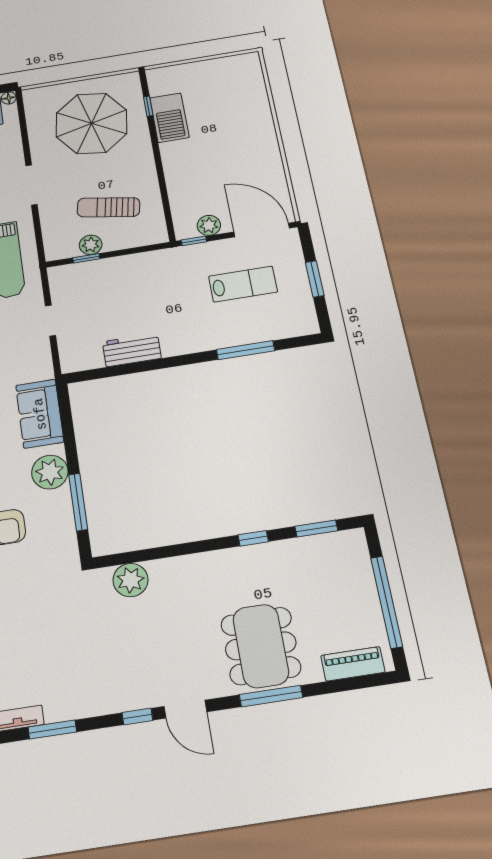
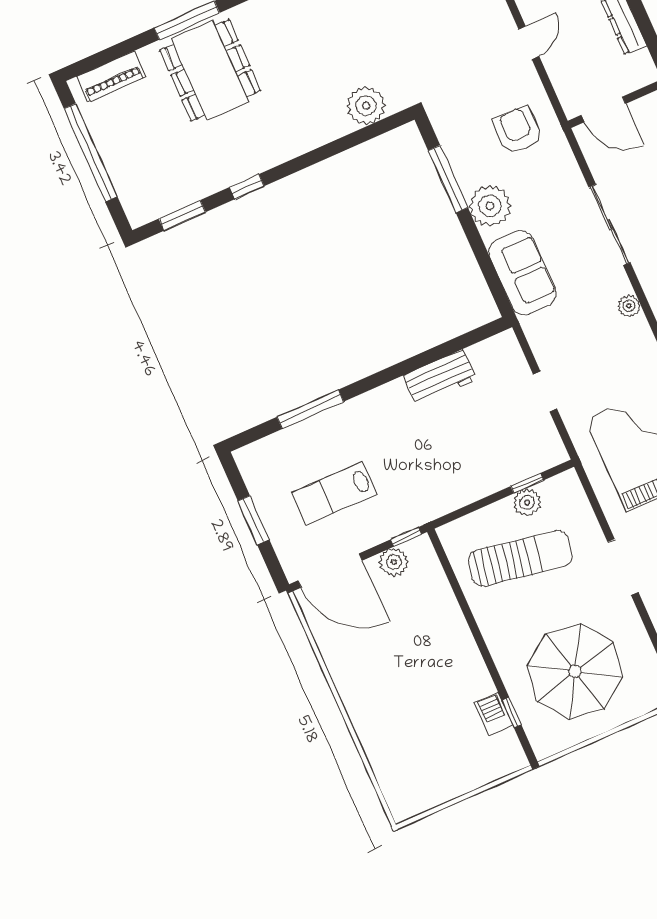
barbecue: (169, 118) -> (494, 714), width x0.53, depth x0.65
sun lounger: (108, 207) -> (520, 558), width x1.36, depth x1.34

